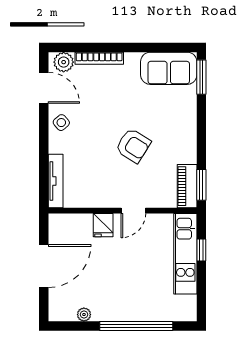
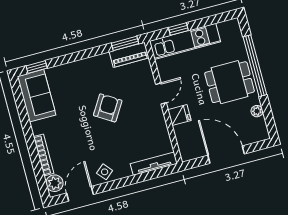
window: (201, 77) -> (37, 67), width x0.67
door: (133, 211) -> (161, 93), hinge flipped
dining table: (125, 292) -> (230, 82), added

